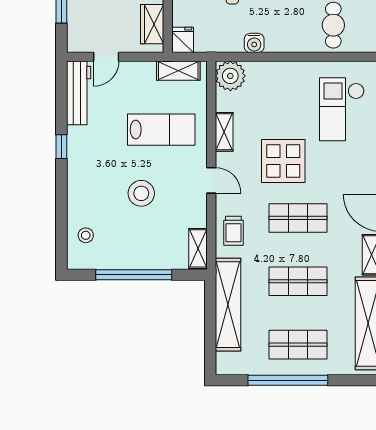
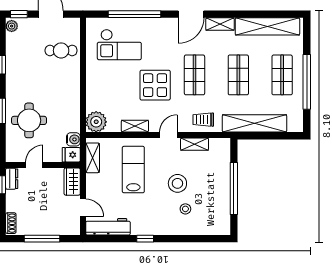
wardrobe: (152, 24) -> (72, 182), moved, turned 90
water cooler: (254, 43) -> (73, 139), moved
trolley: (233, 231) -> (203, 120), turned 180
stool: (86, 235) -> (185, 209), moved
shelving: (198, 248) -> (195, 144), moved

